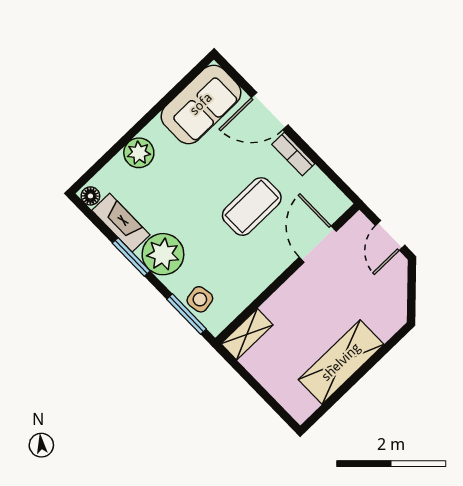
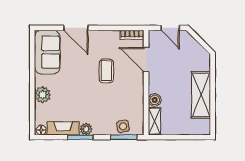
door: (270, 111) -> (76, 28), hinge flipped
bookcase: (293, 154) -> (132, 35), moved
coffee table: (252, 207) -> (106, 71), width x0.73, depth x0.77
plant: (163, 254) -> (86, 129), width x0.53, depth x0.53
boiler: (275, 307) -> (155, 100), added

